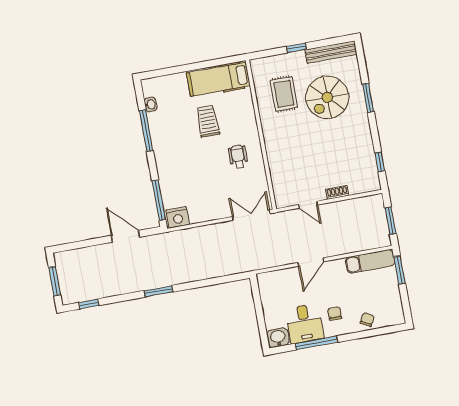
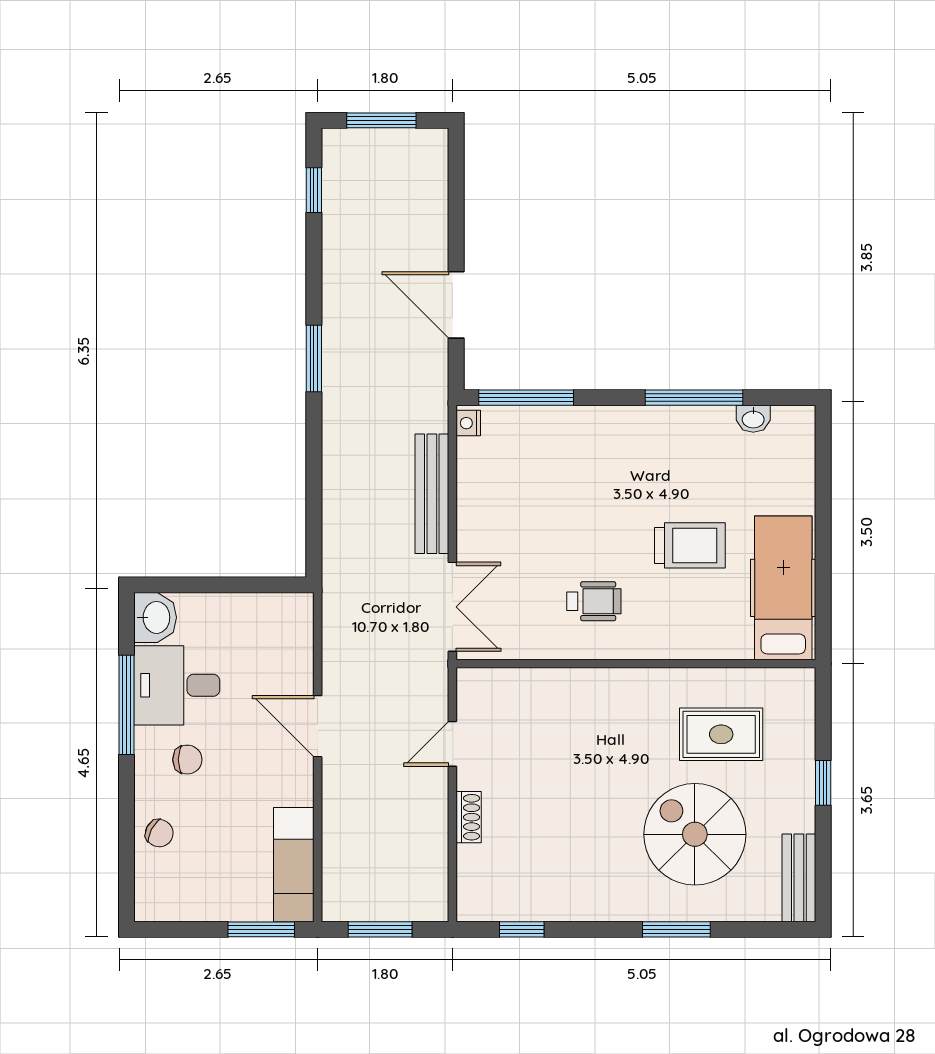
bench: (331, 52) -> (799, 878), width x0.73
nightstand: (178, 217) -> (468, 423), width x0.53, depth x0.56
bench: (206, 232) -> (432, 494), added
door: (126, 236) -> (456, 305), swing flipped

